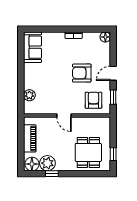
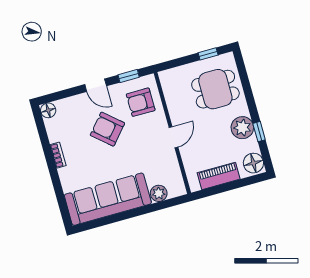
sofa: (33, 47) -> (108, 199), width x1.85, depth x1.27
armchair: (82, 73) -> (107, 129), turned 131
plant: (47, 163) -> (242, 128), moved

